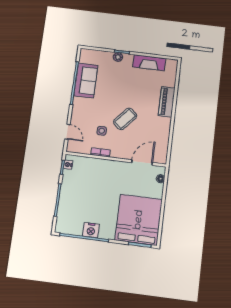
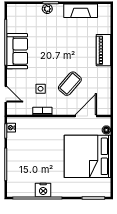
sofa: (86, 80) -> (17, 51), moved
coffee table: (125, 119) -> (70, 84), moved
bed: (139, 220) -> (87, 156), moved, turned -90

